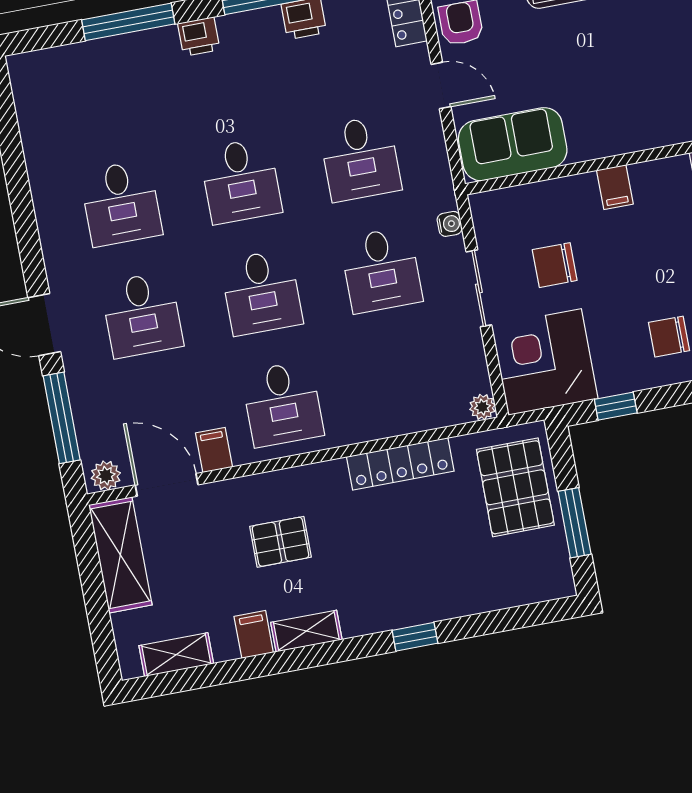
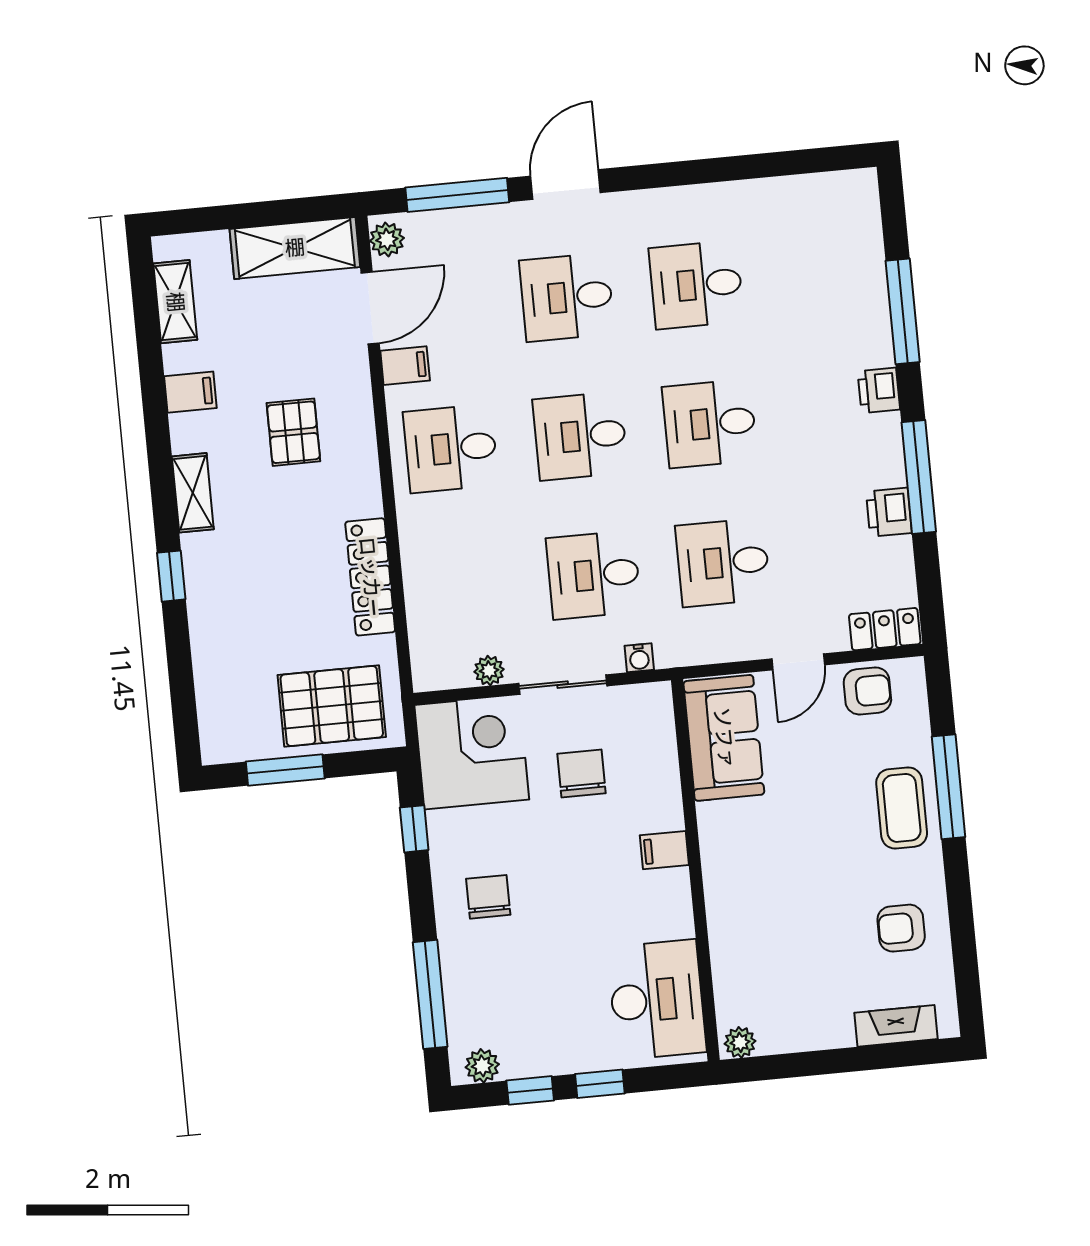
plant: (482, 407) -> (489, 671), moved
shelving: (306, 631) -> (193, 493), moved

